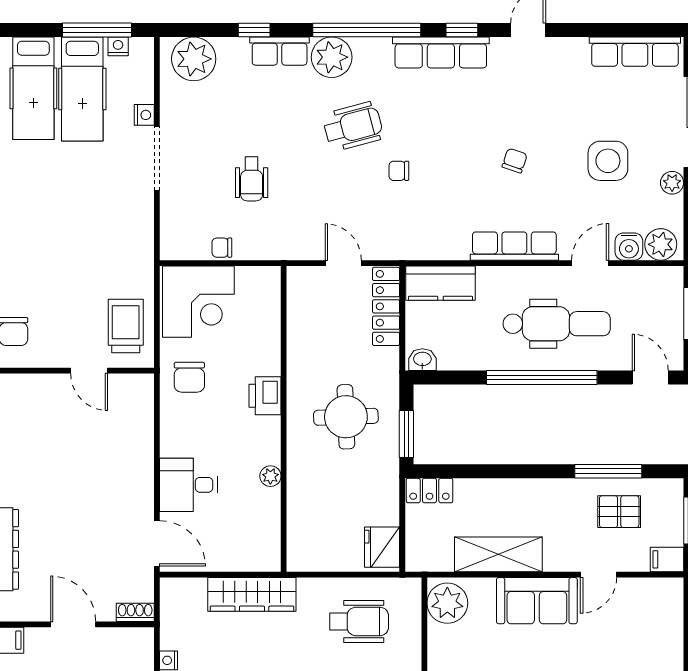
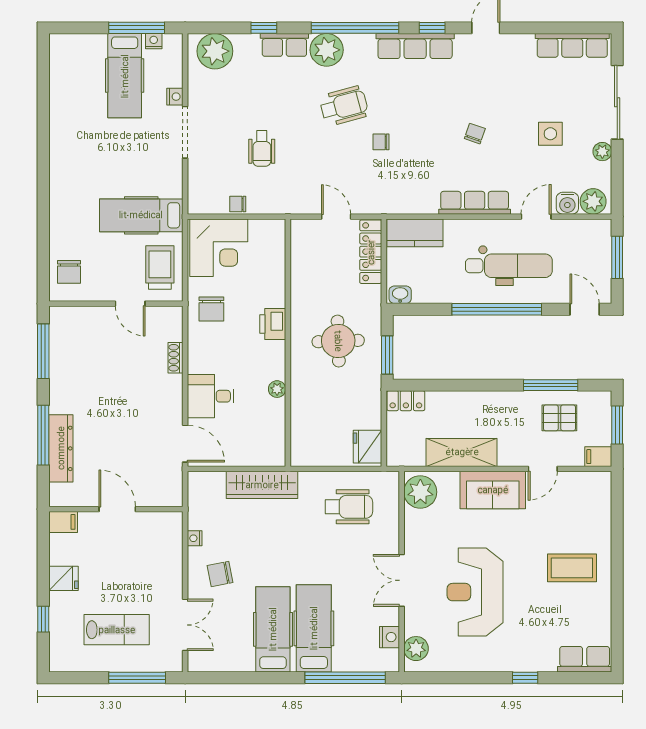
hospital bed: (33, 88) -> (141, 215), moved, turned 90
side table: (608, 161) -> (550, 134), width x0.73, depth x0.73
shoe rack: (135, 612) -> (175, 358), moved, turned -90

